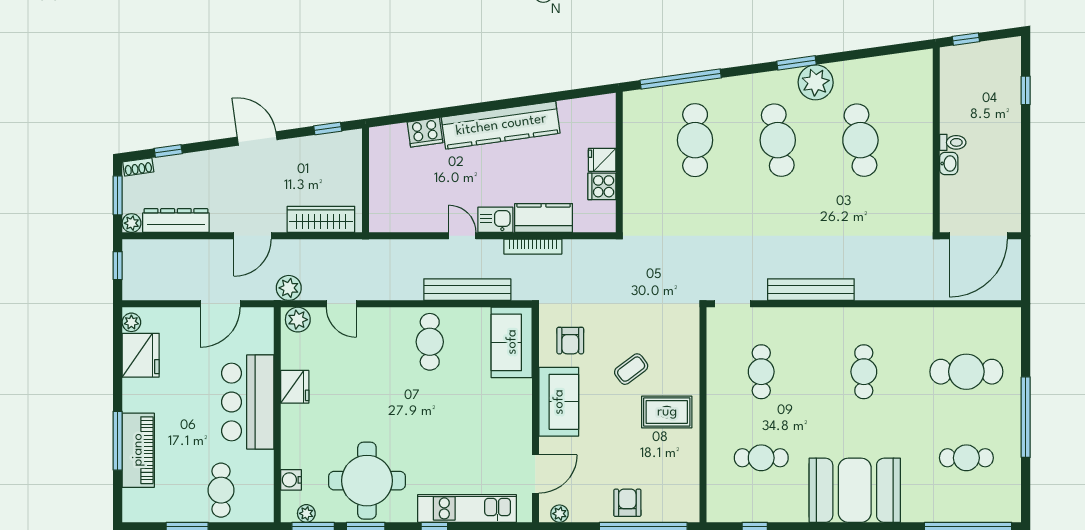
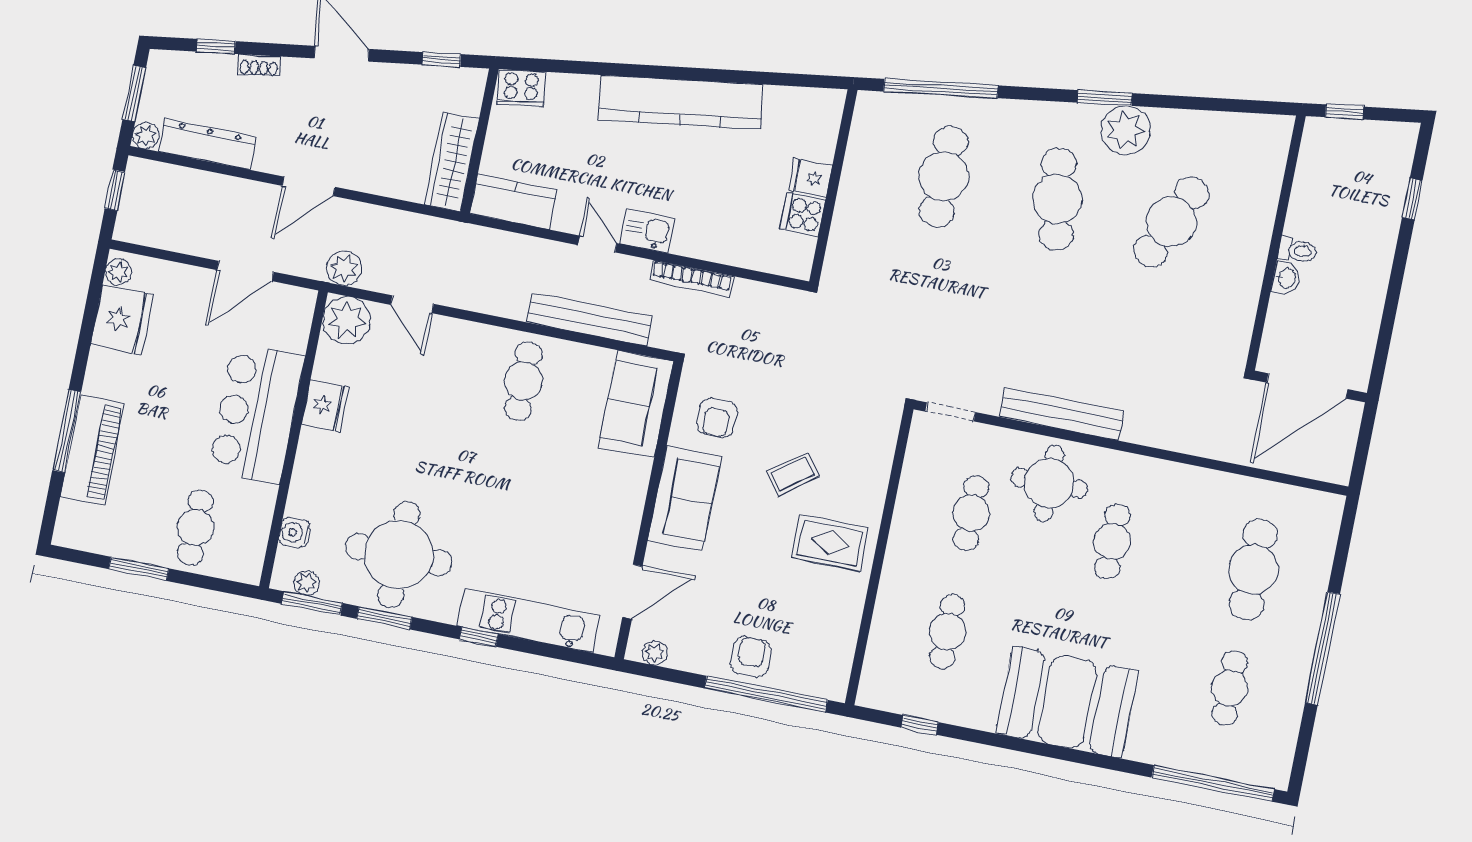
cooker: (425, 132) -> (521, 88), moved
cafe table: (860, 140) -> (1171, 222), turned 33
shoe rack: (138, 167) -> (259, 65), moved
kitchen counter: (544, 218) -> (514, 202), moved
wardrobe: (321, 219) -> (452, 162), moved, turned -90
plant: (298, 320) -> (347, 320), width x1.36, depth x1.36
round table: (812, 340) -> (1049, 483), added
cafe table: (966, 372) -> (1253, 570), turned 90
cafe table: (761, 458) -> (947, 632), turned 90
cafe table: (966, 458) -> (1230, 688), turned 90

